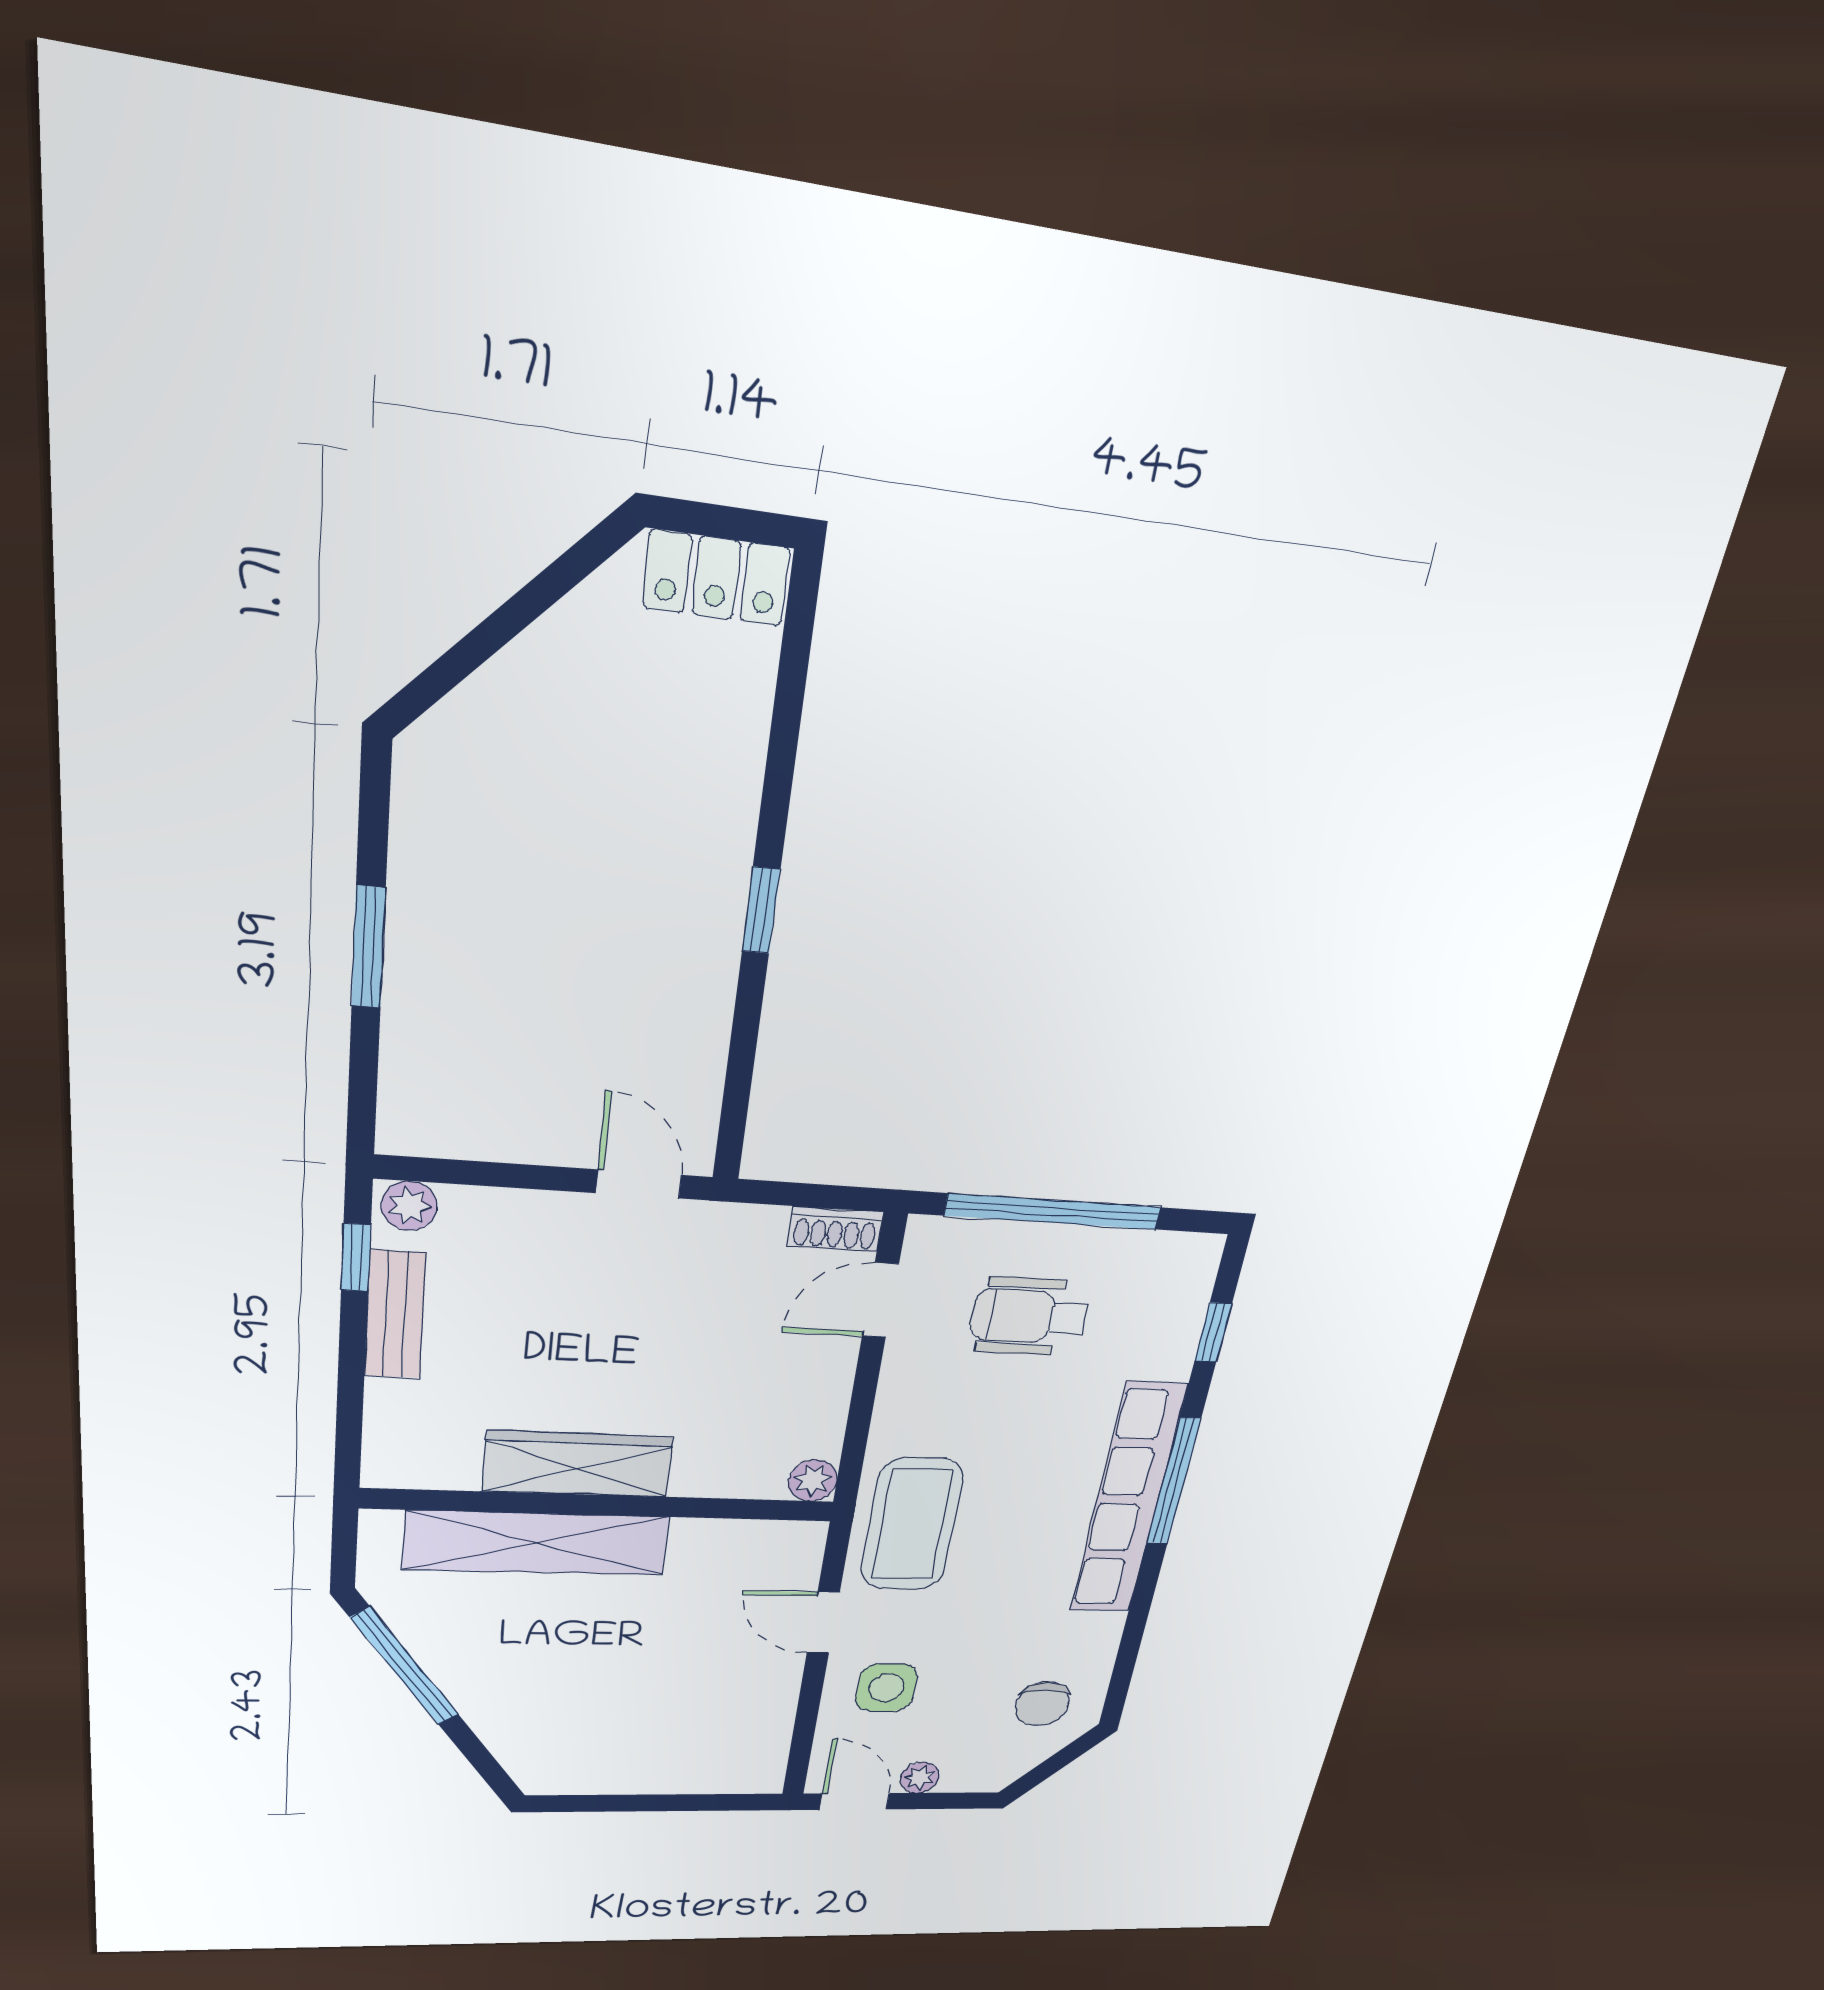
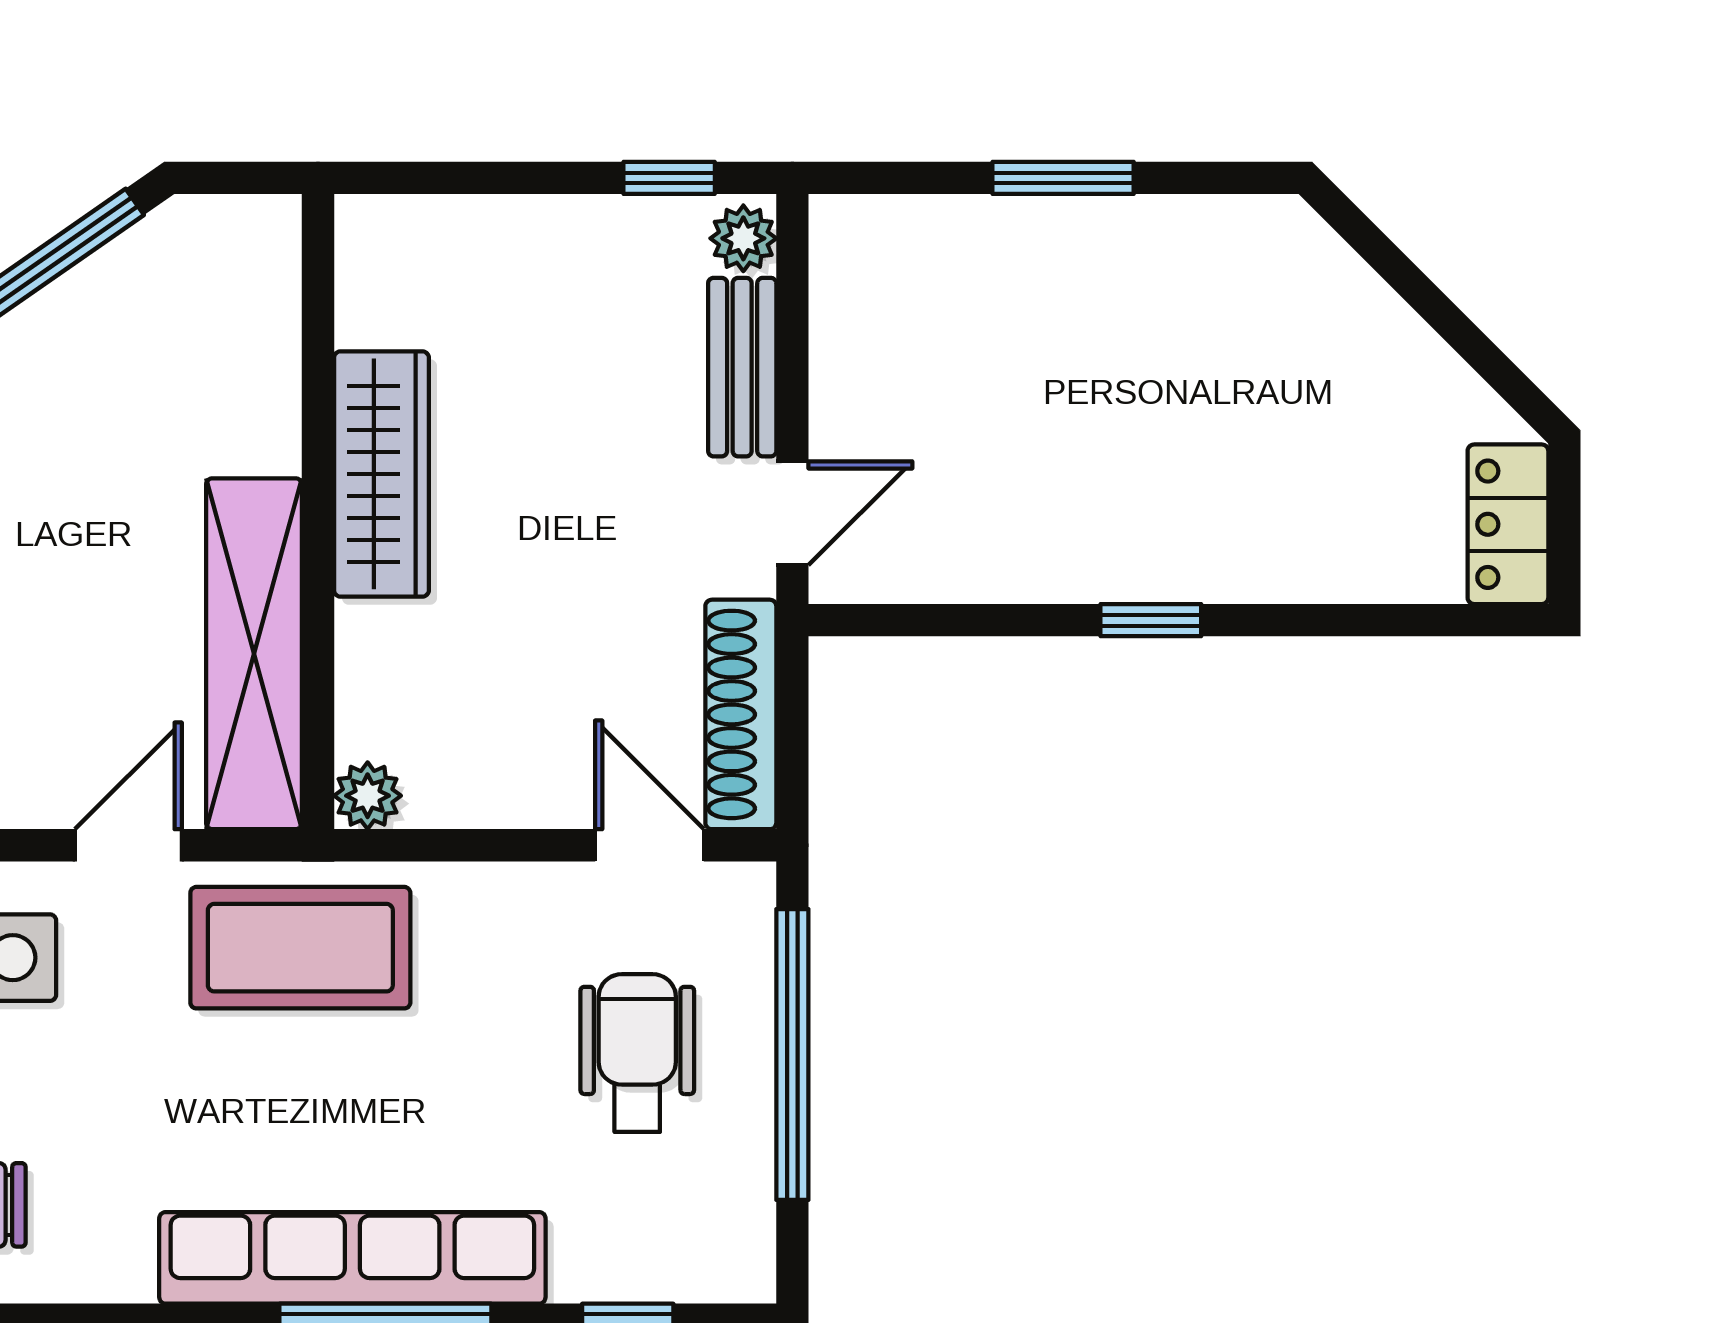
shoe rack: (835, 1229) -> (741, 714), width x1.94, depth x1.24
bench: (395, 1315) -> (742, 367), moved, turned 90
shelving: (537, 1543) -> (254, 654), moved

